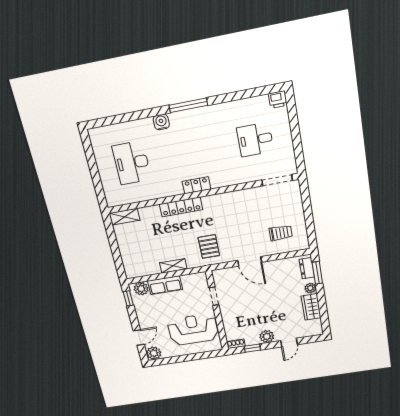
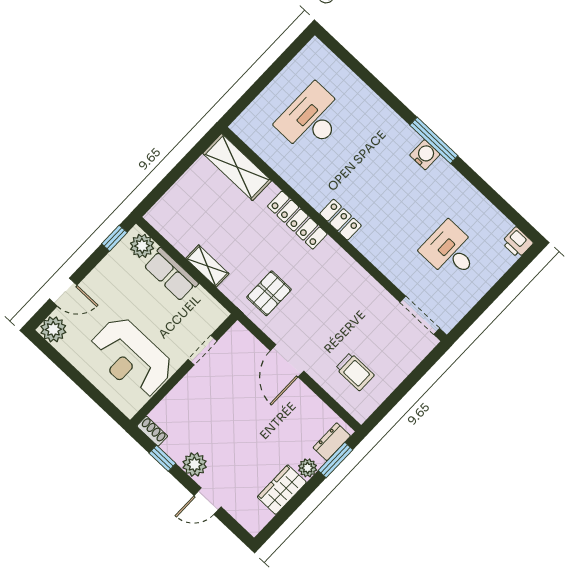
water cooler: (161, 122) -> (425, 155), moved
shelving: (125, 217) -> (237, 167), width x1.50, depth x1.33
reception desk: (193, 330) -> (131, 358), turned 180

